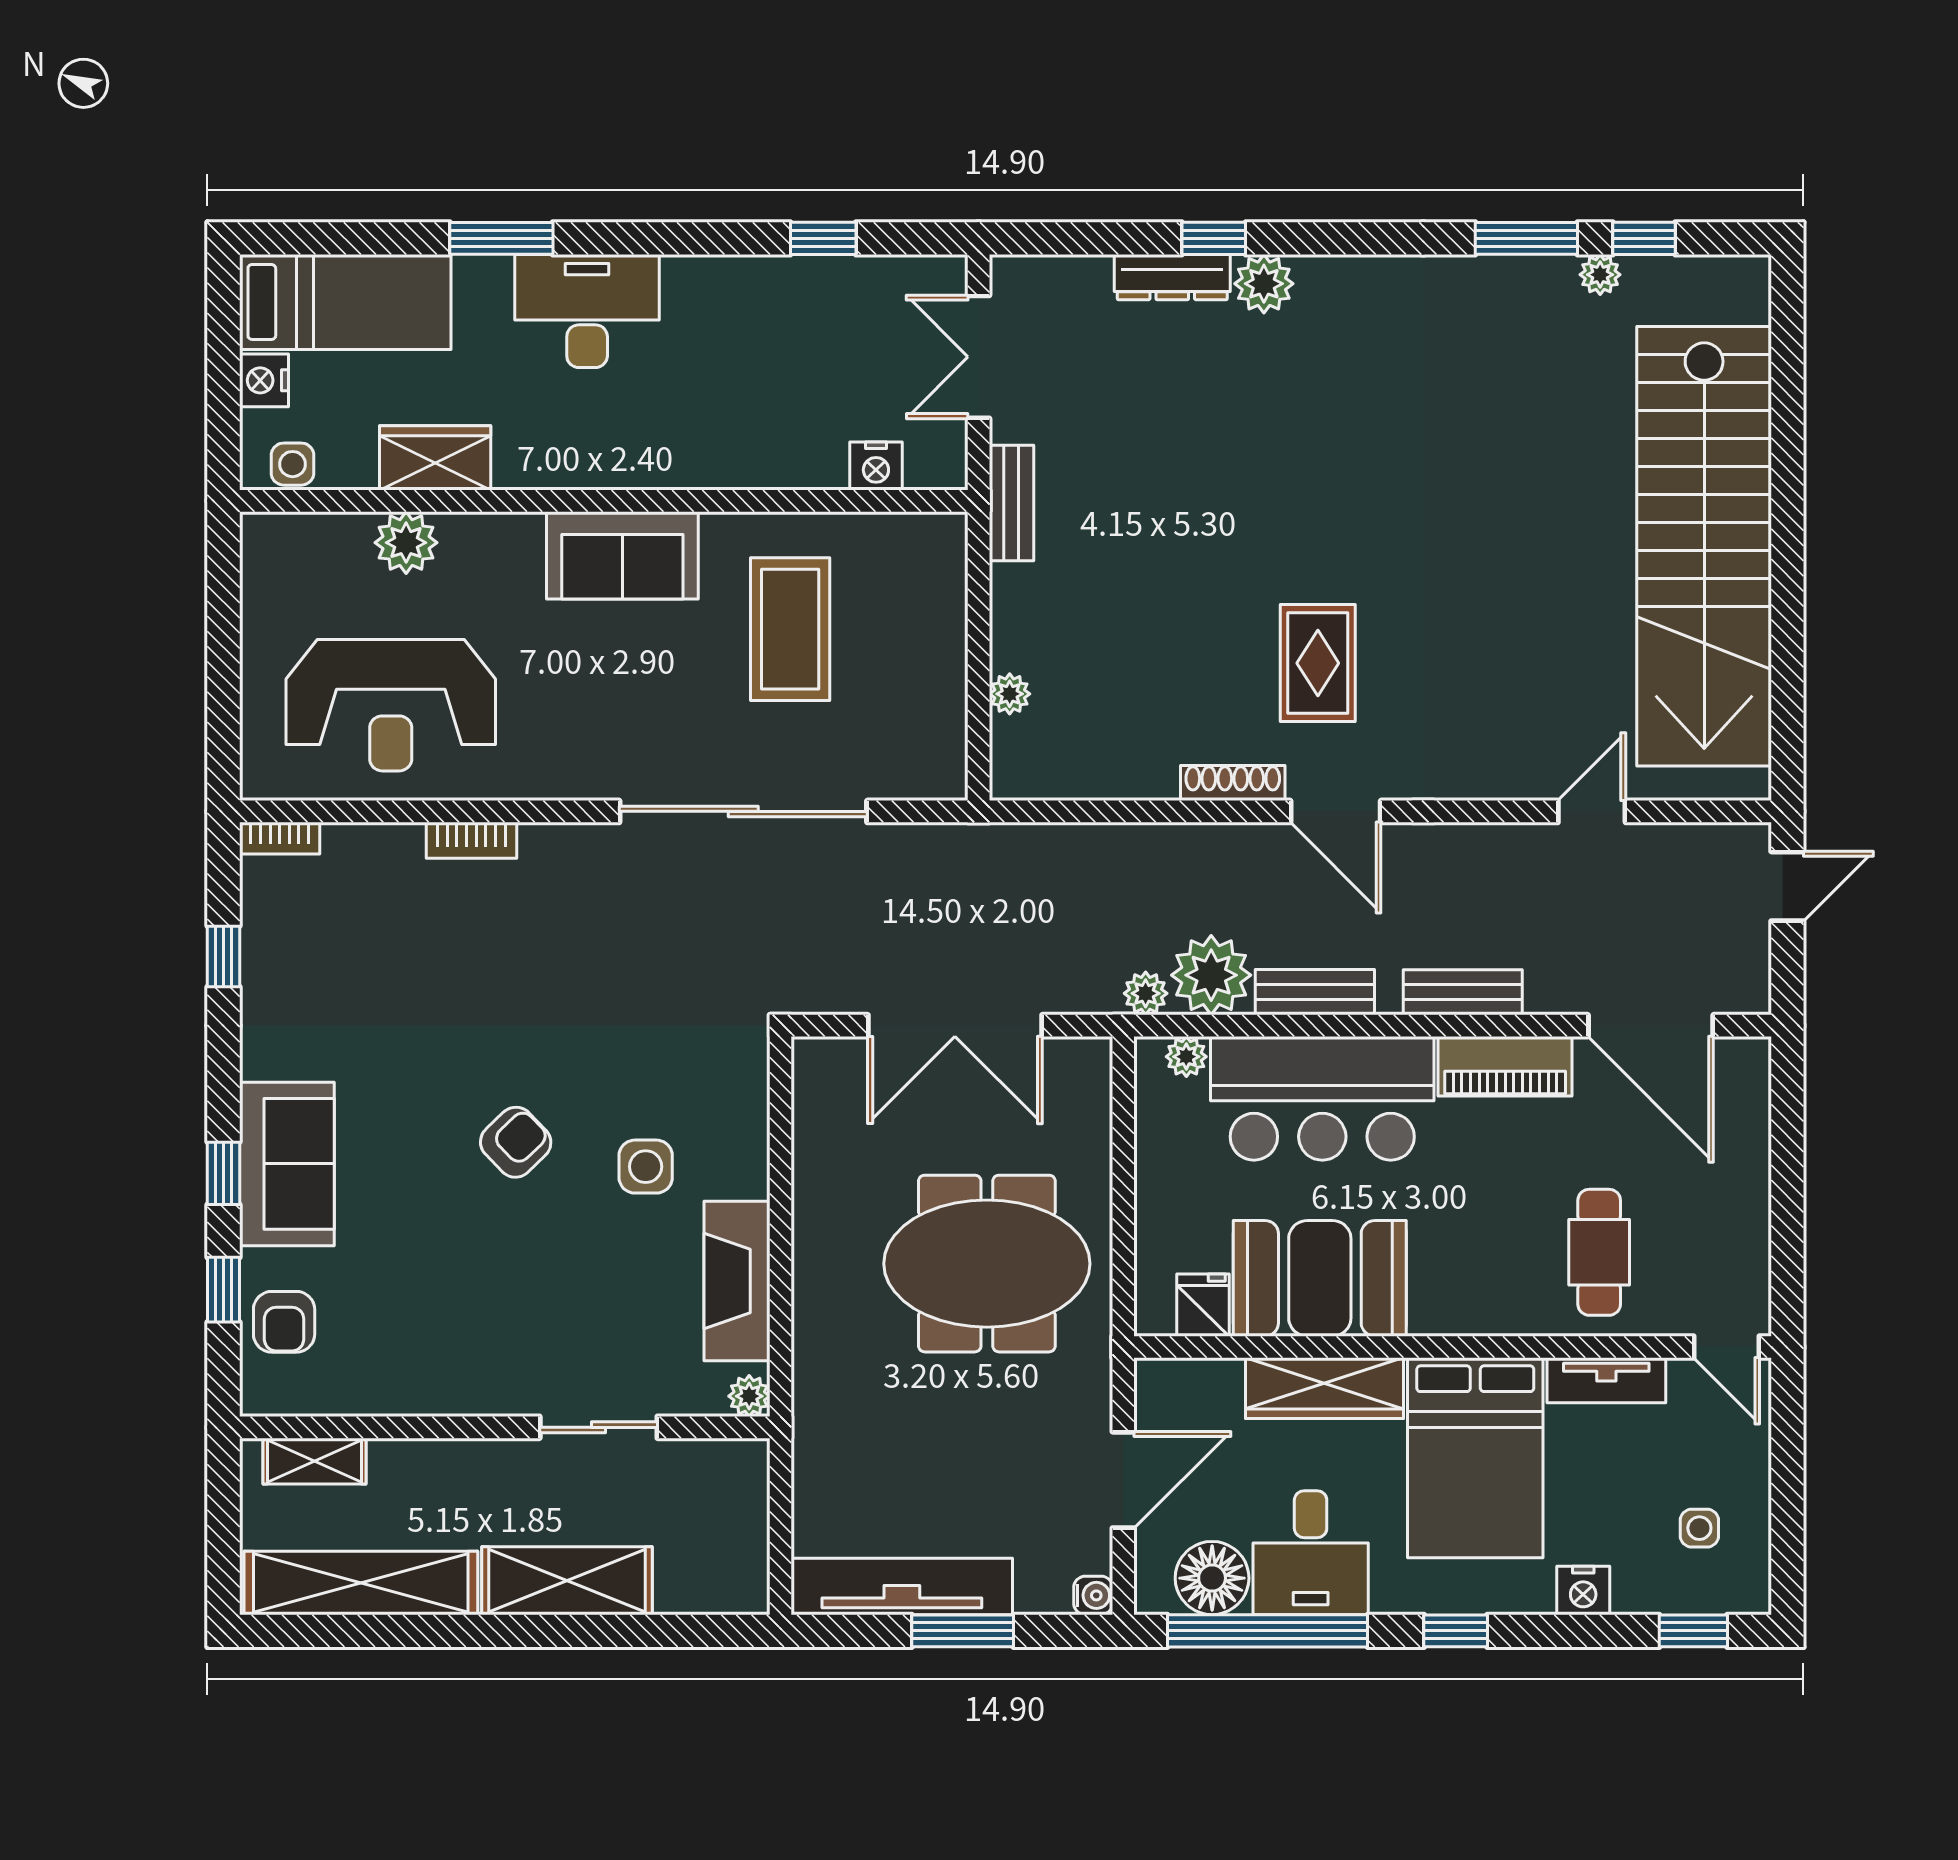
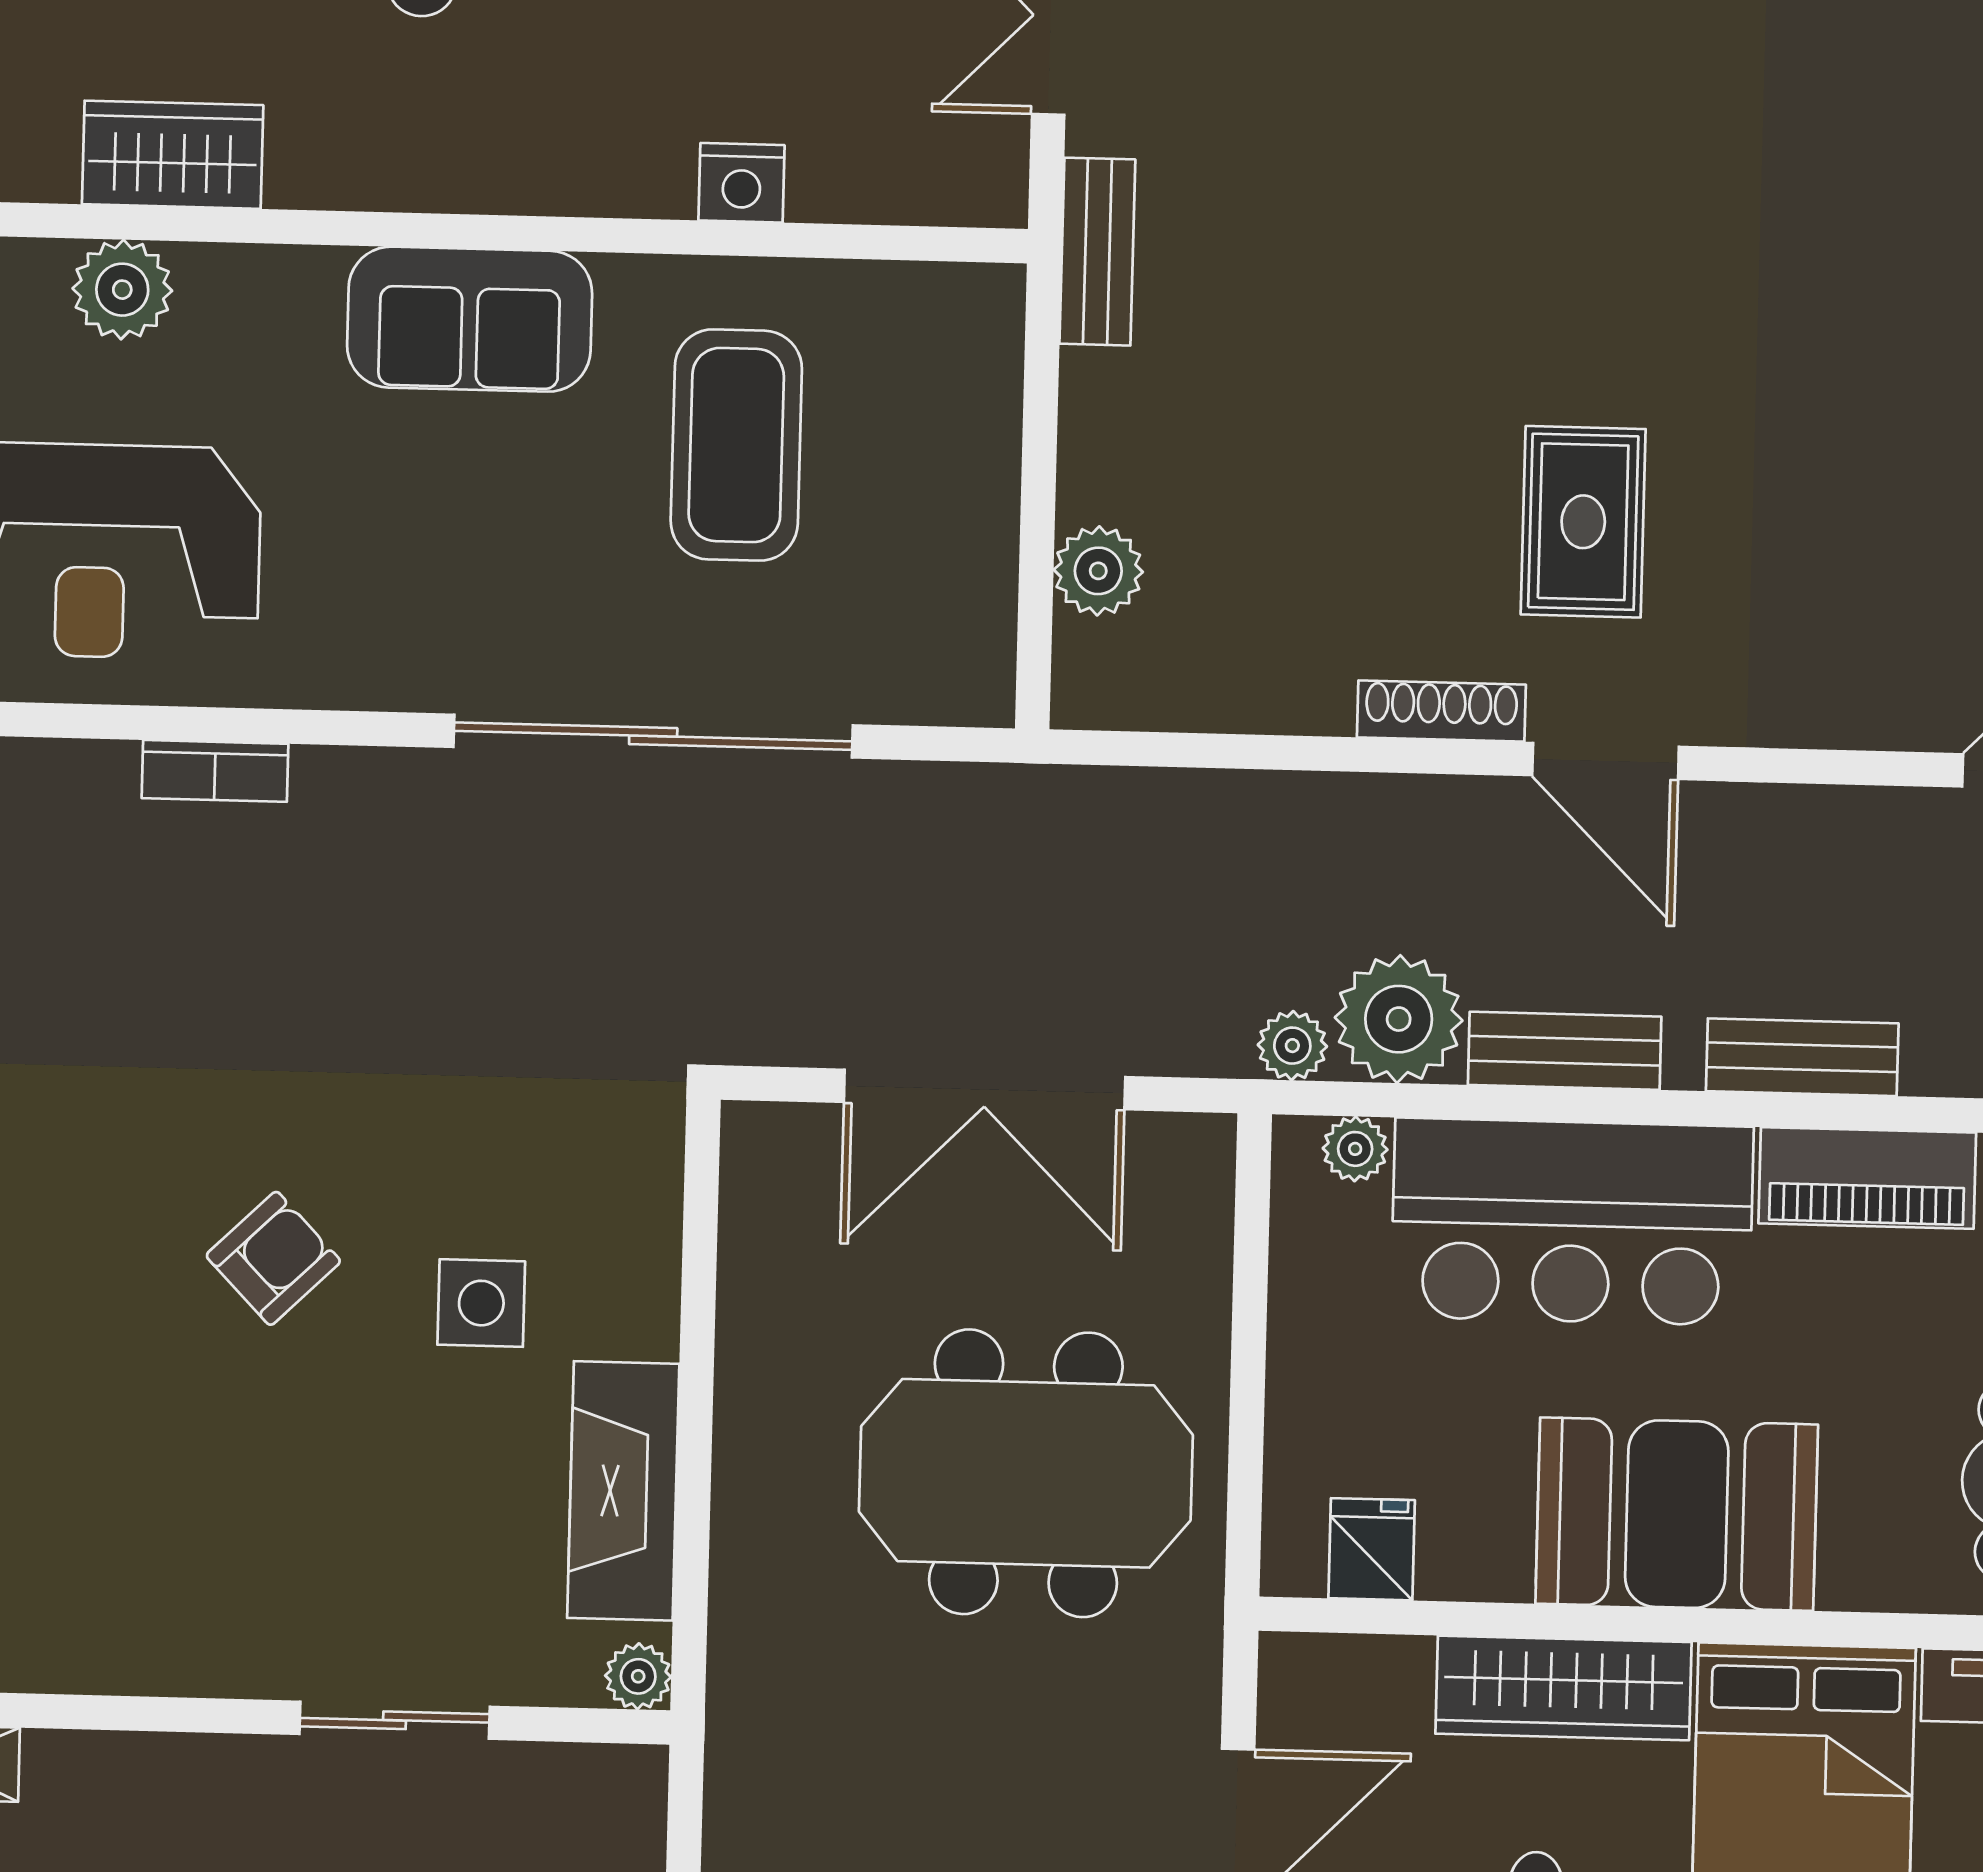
nightstand: (876, 466) -> (742, 183), moved
plant: (1010, 694) -> (1098, 571), width x1.38, depth x1.38
booth: (1320, 1278) -> (1677, 1514), moved

